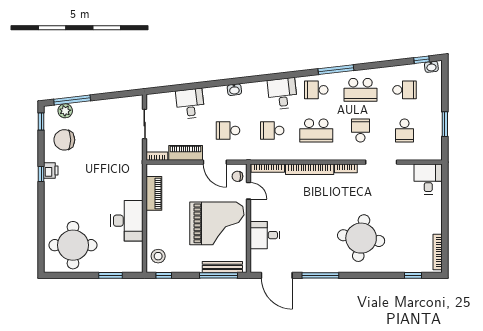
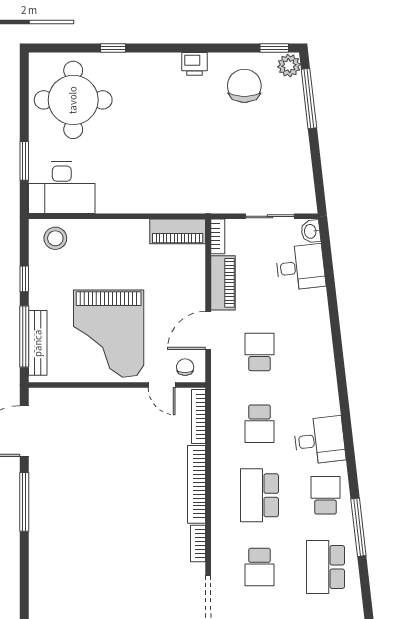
washbasin: (234, 90) -> (311, 231), moved
desk: (190, 104) -> (300, 267), moved
plant: (65, 111) -> (289, 66), moved
school desk: (272, 131) -> (259, 424), turned 180
school desk: (360, 131) -> (259, 567), turned 90
window: (41, 174) -> (113, 48), moved
door: (248, 191) -> (162, 385), hinge flipped
piano: (154, 193) -> (178, 231), moved
desk: (127, 221) -> (62, 188), moved
desk: (265, 235) -> (90, 412), removed
round table: (361, 238) -> (85, 568), removed
window: (164, 275) -> (24, 279), moved

